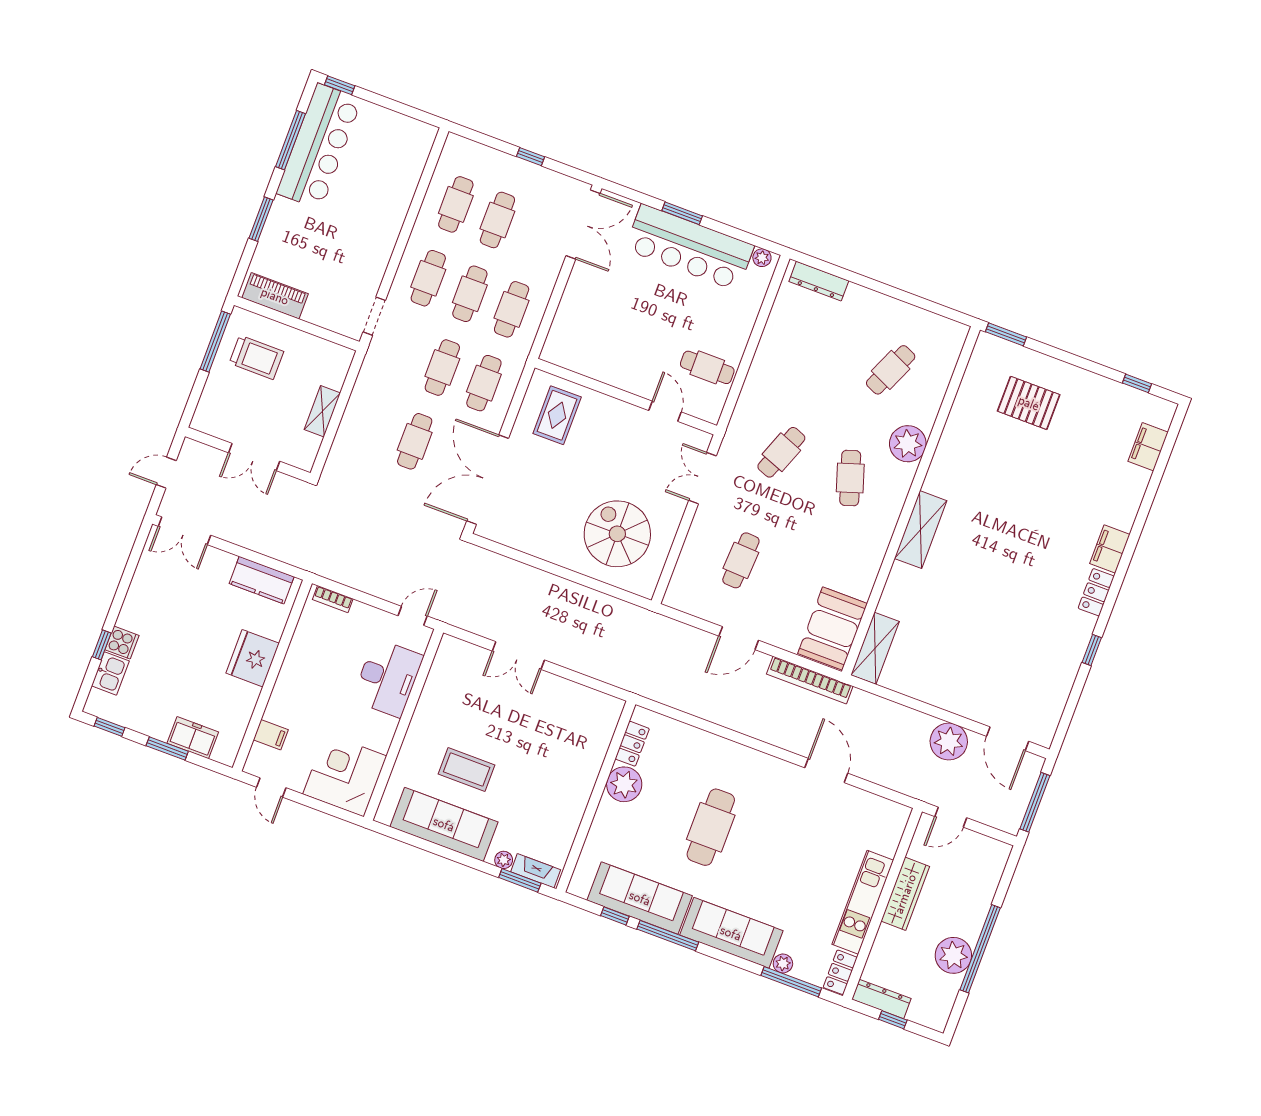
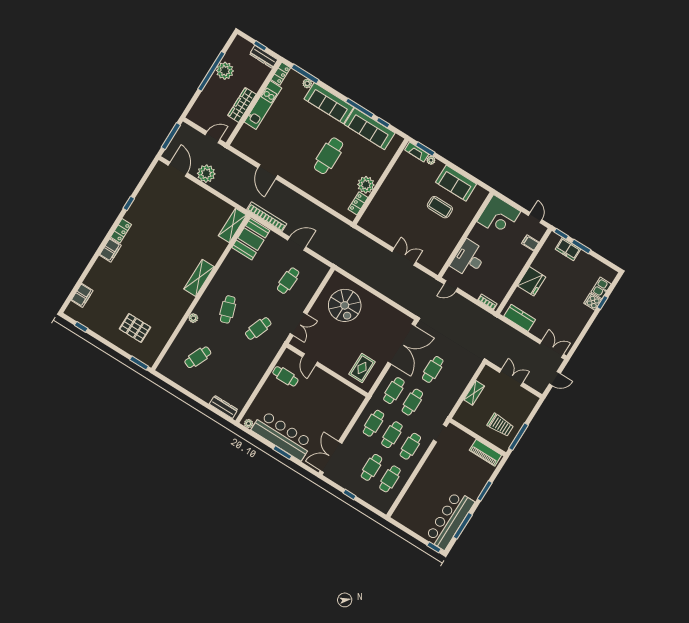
trolley: (256, 357) -> (500, 425), turned 180
plant: (908, 444) -> (193, 318), width x0.53, depth x0.53
window: (109, 727) -> (561, 234), moved
sofa: (444, 824) -> (456, 183), width x0.73

